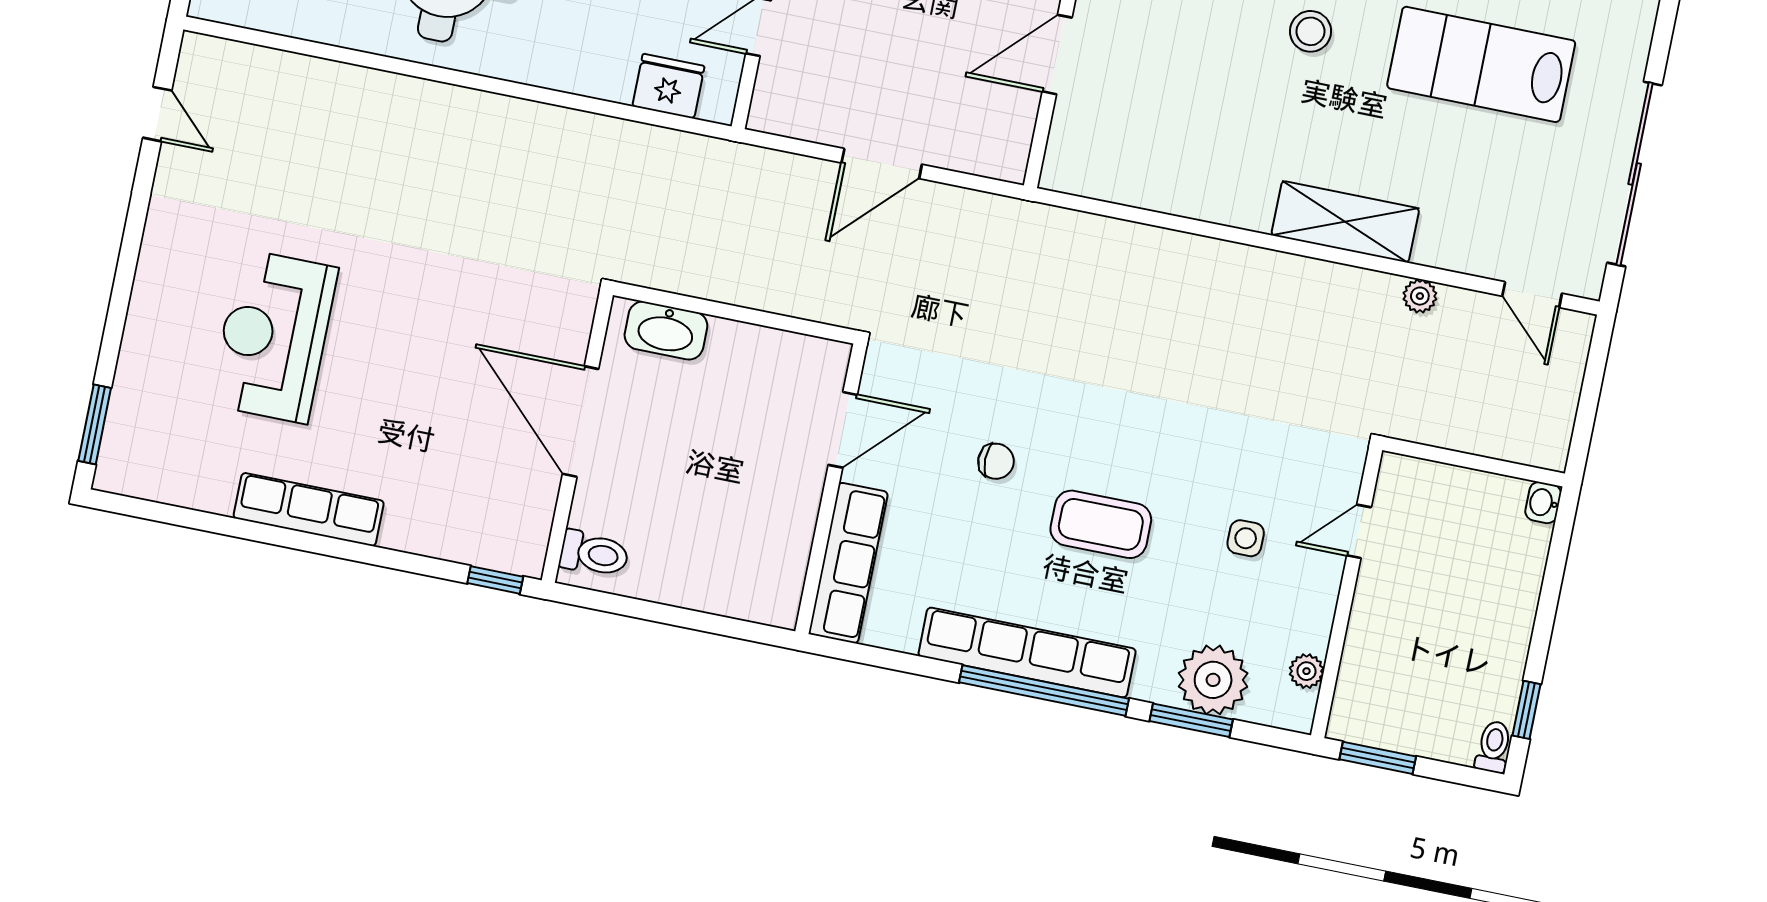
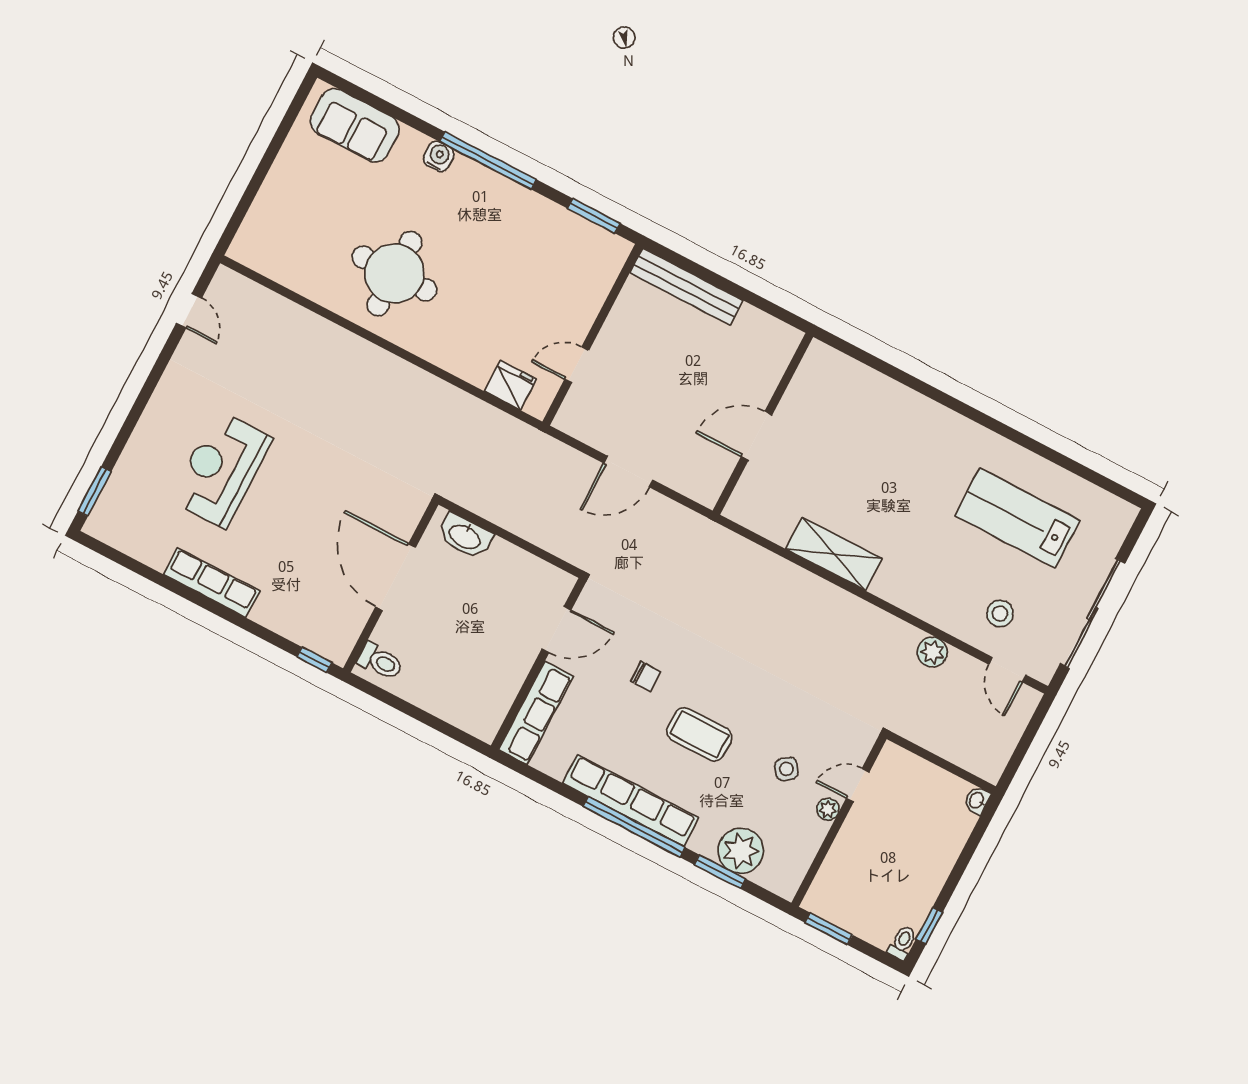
stool: (1311, 31) -> (1000, 614), moved
shelving: (1345, 222) -> (834, 554), moved
plant: (1420, 296) -> (932, 652), width x1.38, depth x1.38
side table: (1246, 538) -> (786, 769), turned -36
plant: (1307, 671) -> (828, 809), moved

